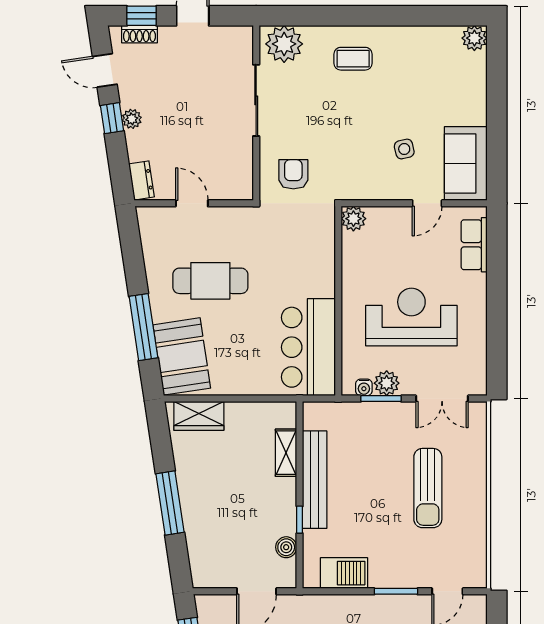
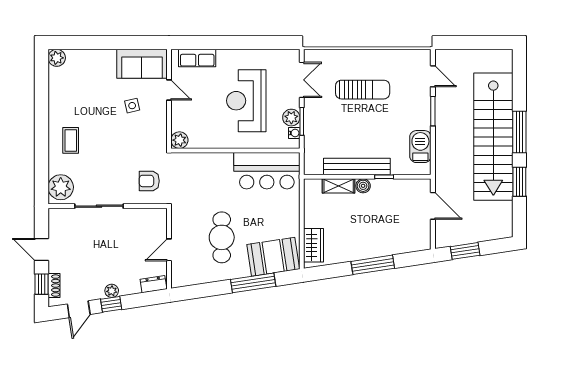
boiler: (286, 547) -> (363, 186), moved

